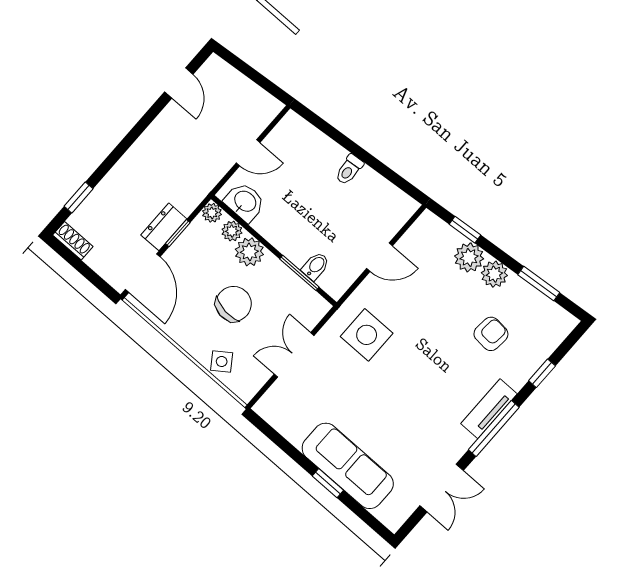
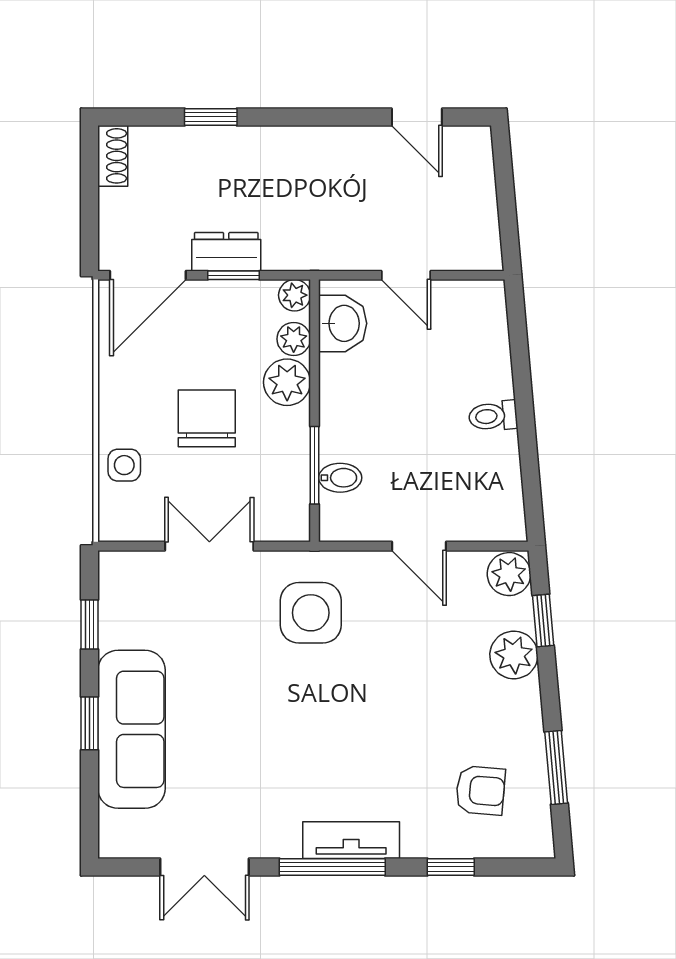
door: (179, 83) -> (417, 117), hinge flipped
window: (79, 197) -> (211, 117), moved
plant: (494, 274) -> (509, 574), moved
chair: (234, 304) -> (207, 418), turned -97
armchair: (491, 334) -> (480, 790), moved
side table: (222, 361) -> (124, 465), turned 35
window: (282, 443) -> (90, 624), added

